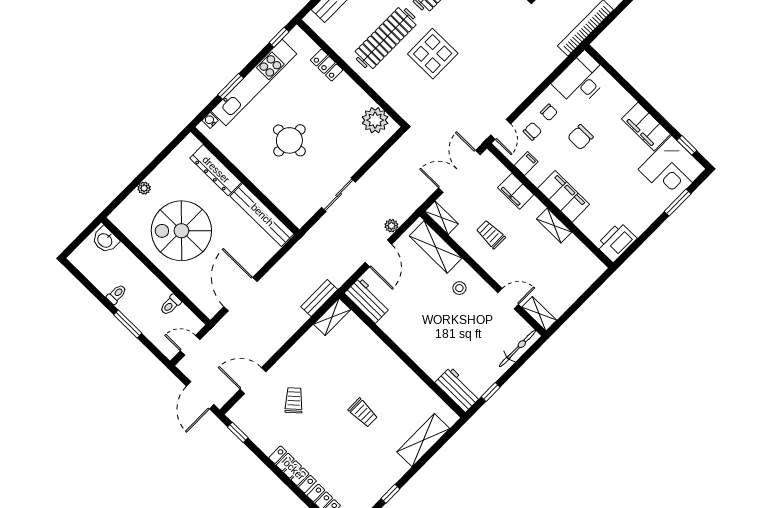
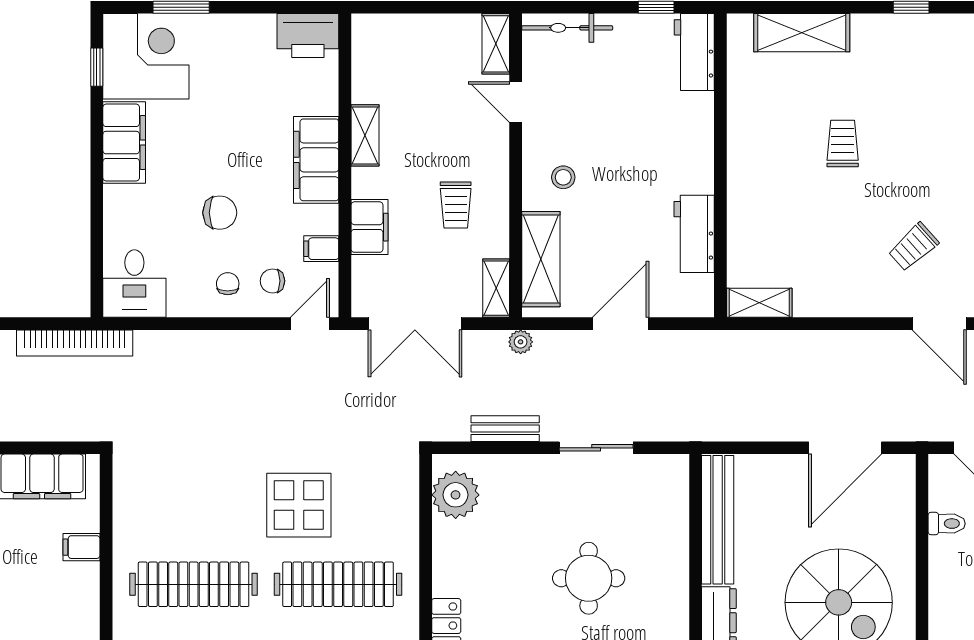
desk: (581, 80) -> (134, 284), width x0.73
plant: (391, 226) -> (521, 342), moved
bench: (319, 298) -> (505, 429), moved
workbench: (367, 300) -> (694, 234), moved

